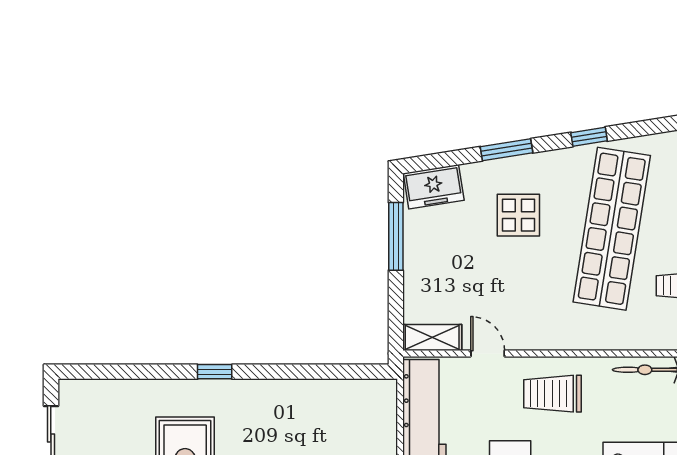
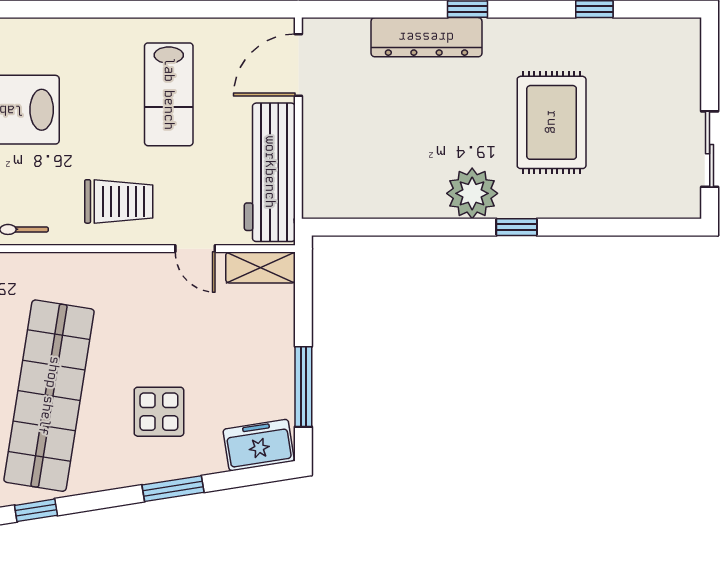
window: (589, 137) -> (36, 510), moved
plant: (253, 400) -> (472, 193), added

